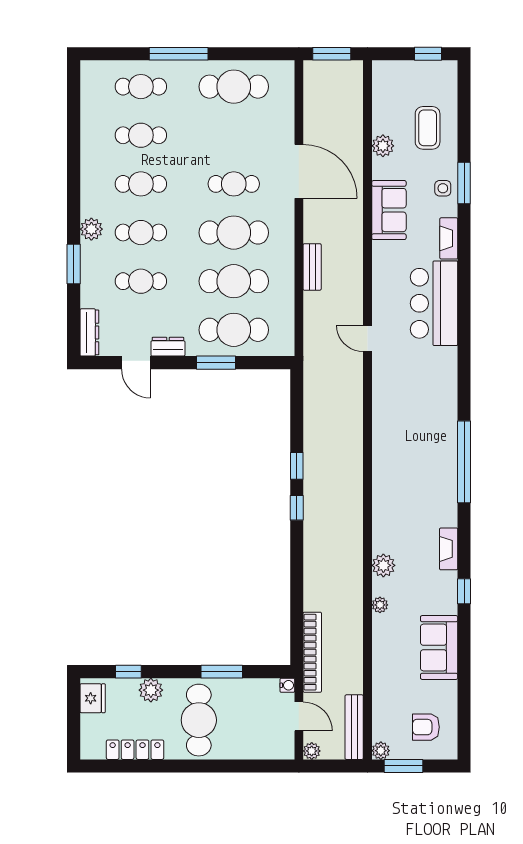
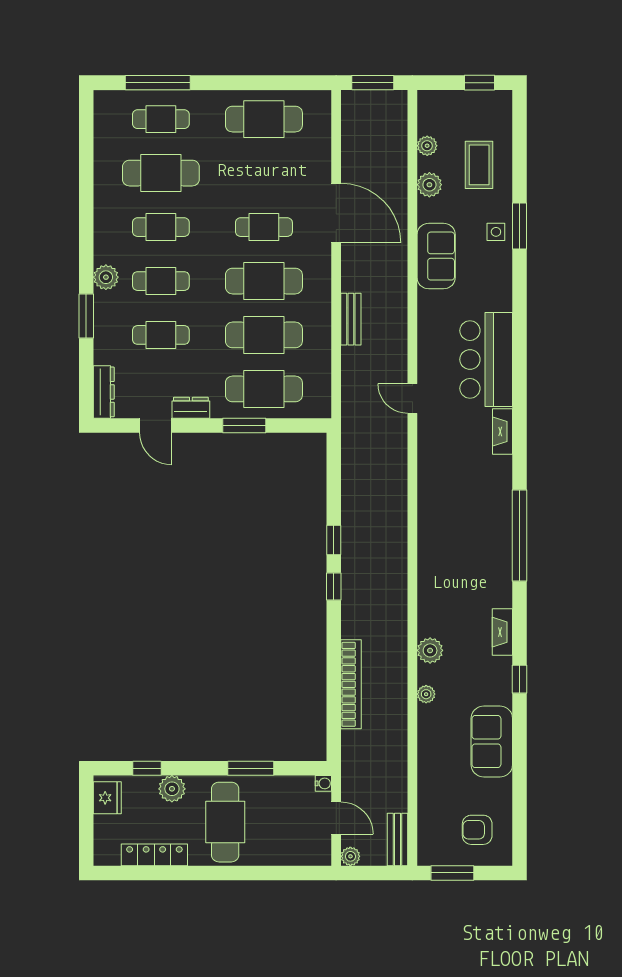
window: (179, 54) -> (158, 83), moved
cafe table: (141, 135) -> (161, 173), width x1.37, depth x1.35
fireplace: (449, 238) -> (503, 432), moved
bookcase: (312, 652) -> (351, 684), moved
bench: (354, 727) -> (398, 839), width x0.73
plant: (381, 751) -> (427, 146), moved

